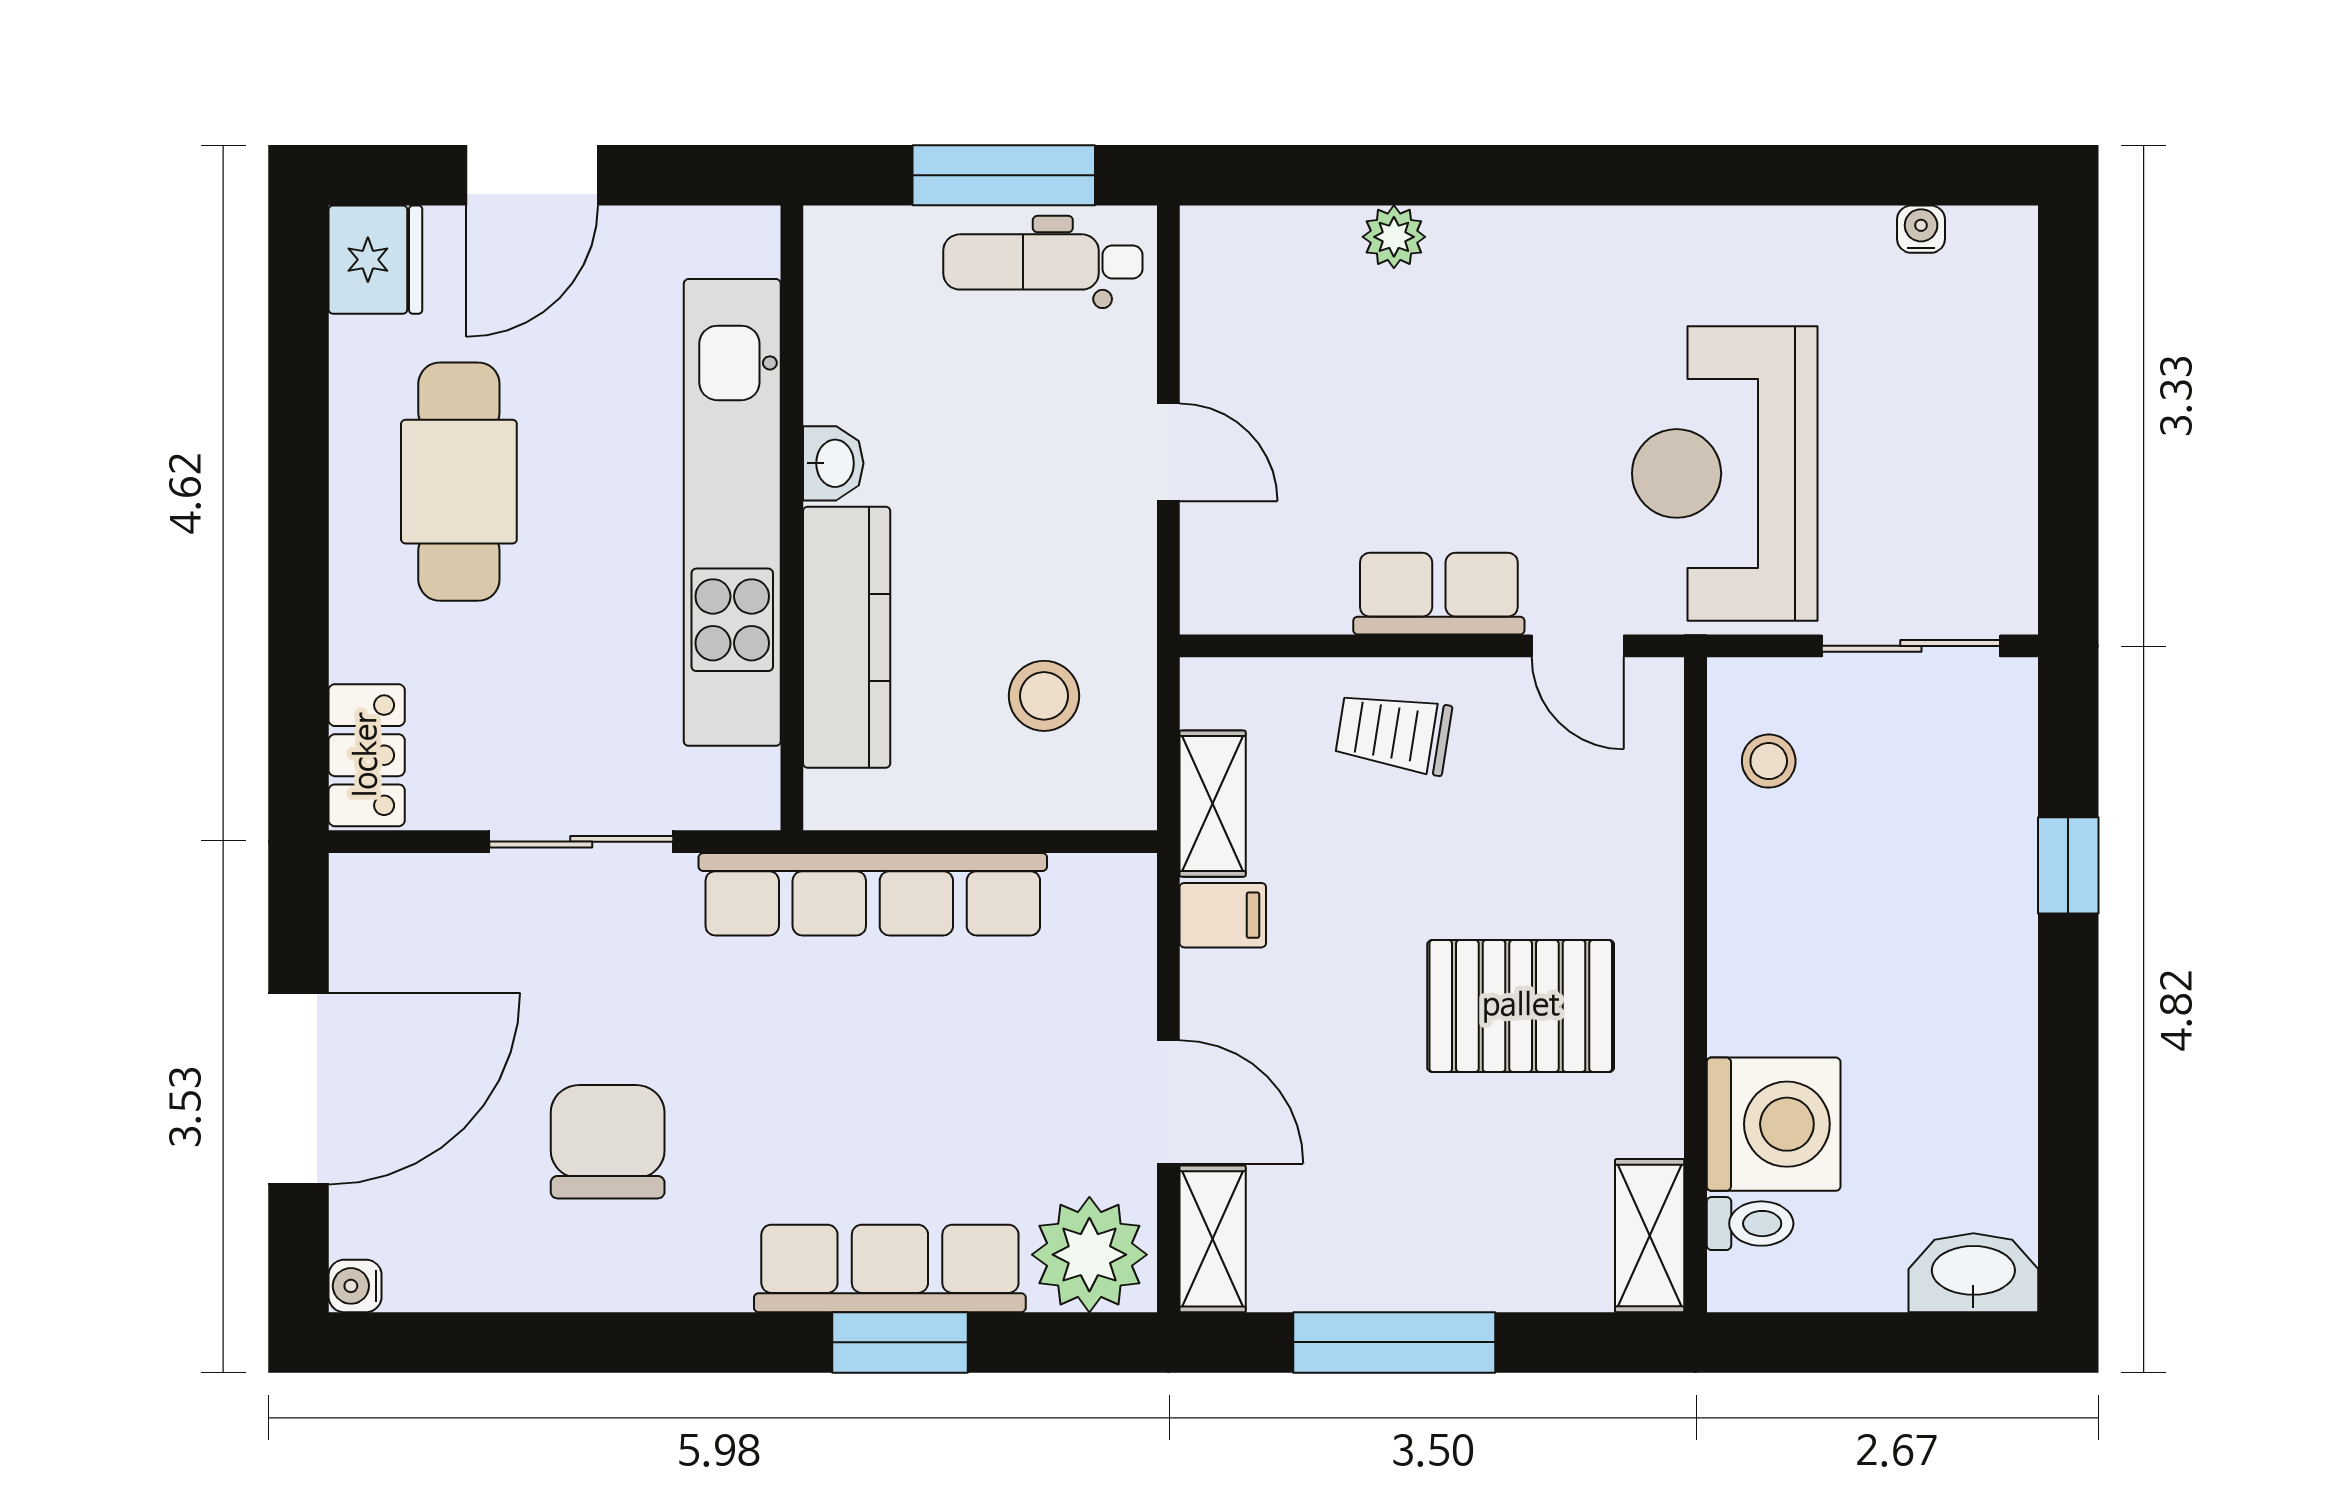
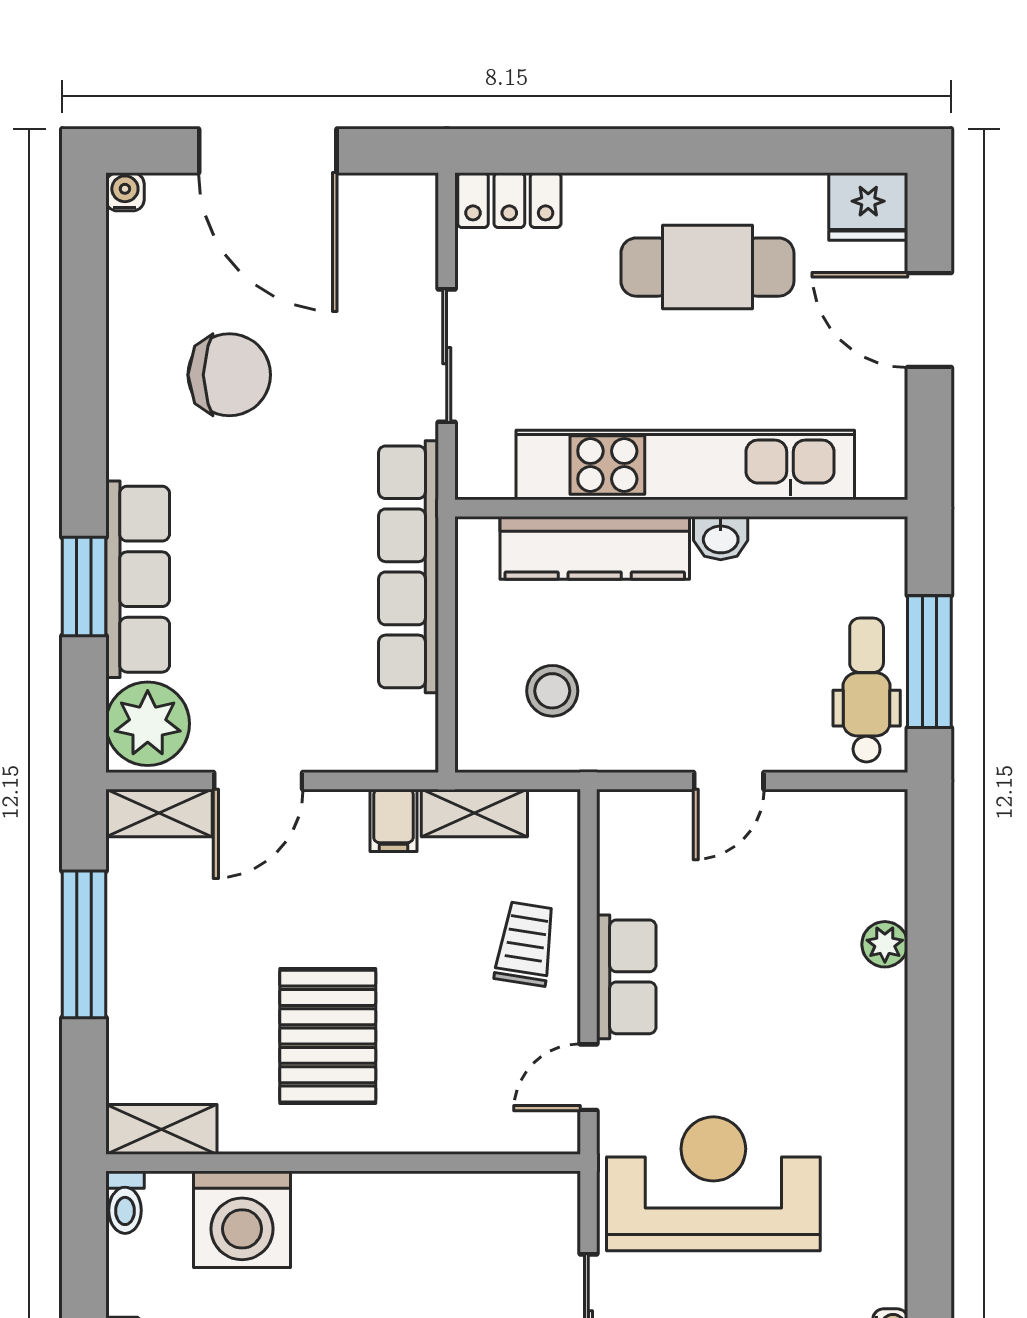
stool: (1769, 761) -> (505, 1216), removed
toilet: (1750, 1224) -> (125, 1202), moved

